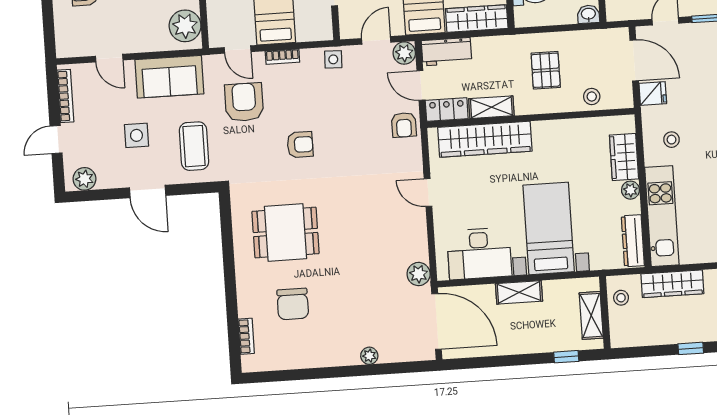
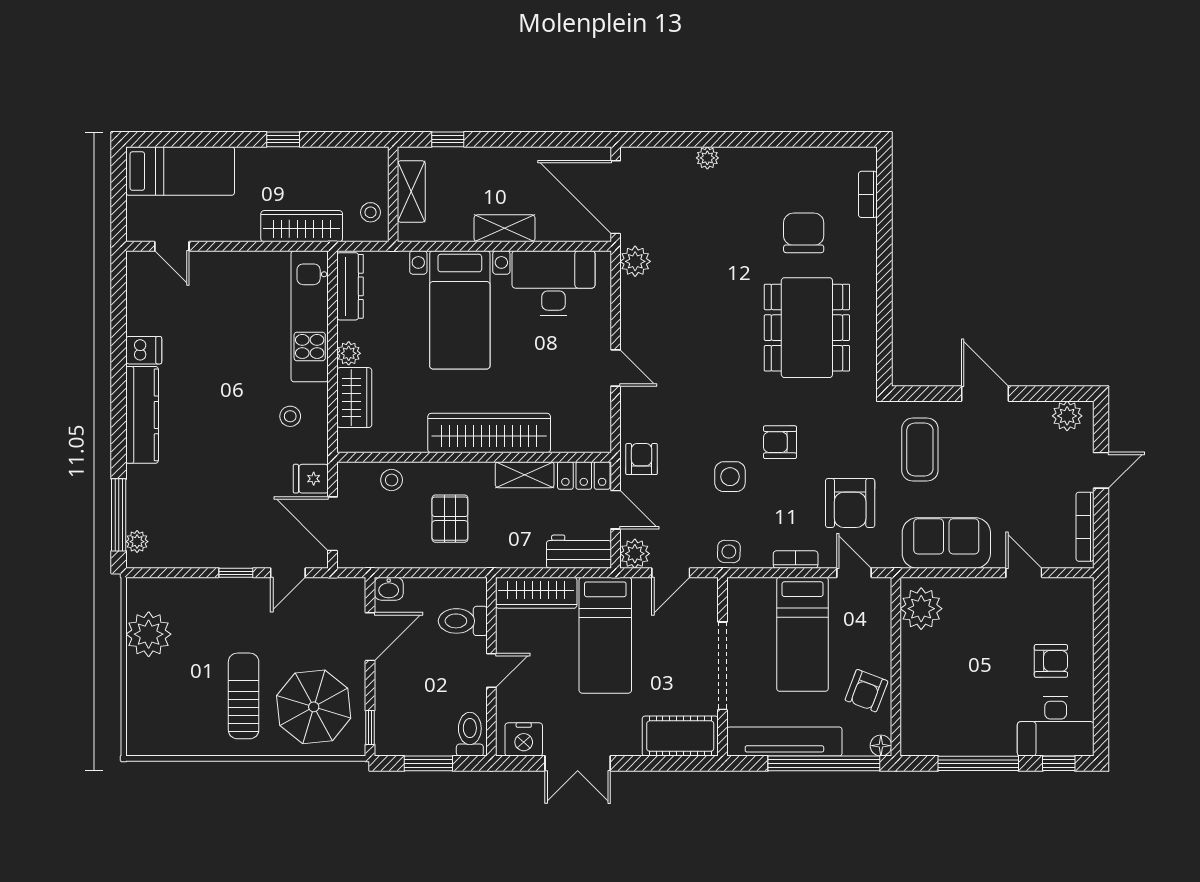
side table: (136, 135) -> (730, 477), moved
wardrobe: (485, 139) -> (489, 433), moved
dining table: (285, 232) -> (807, 328), width x1.37

